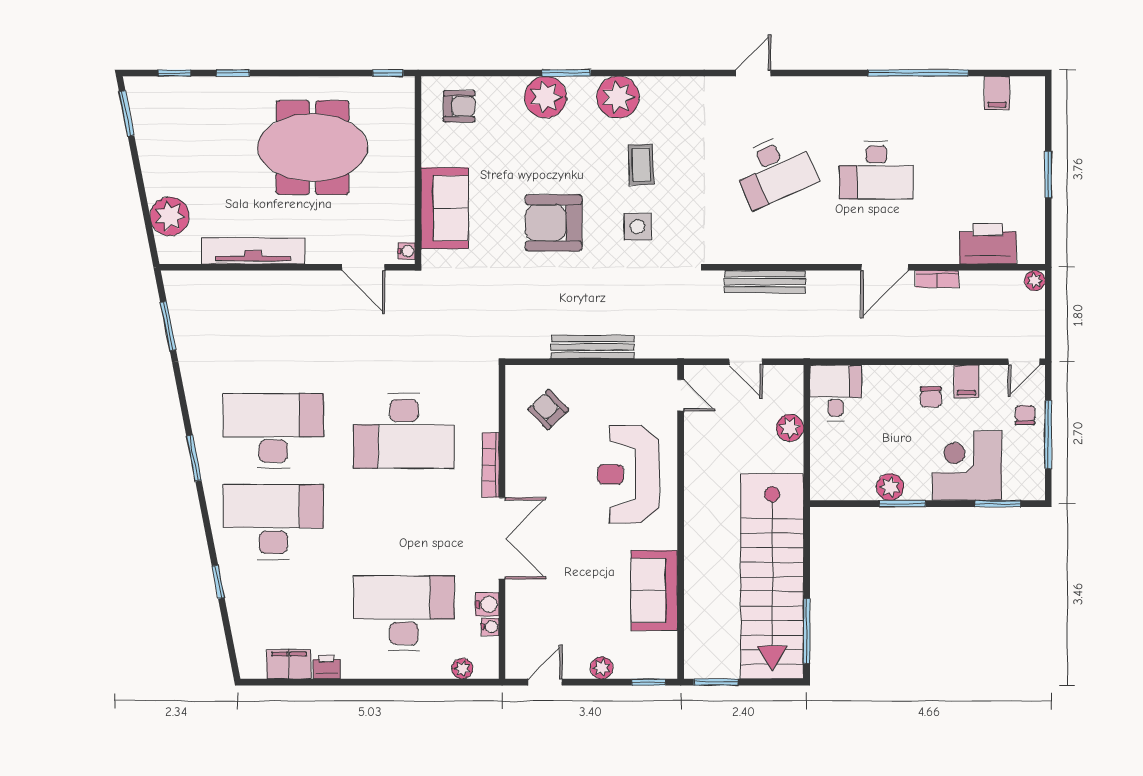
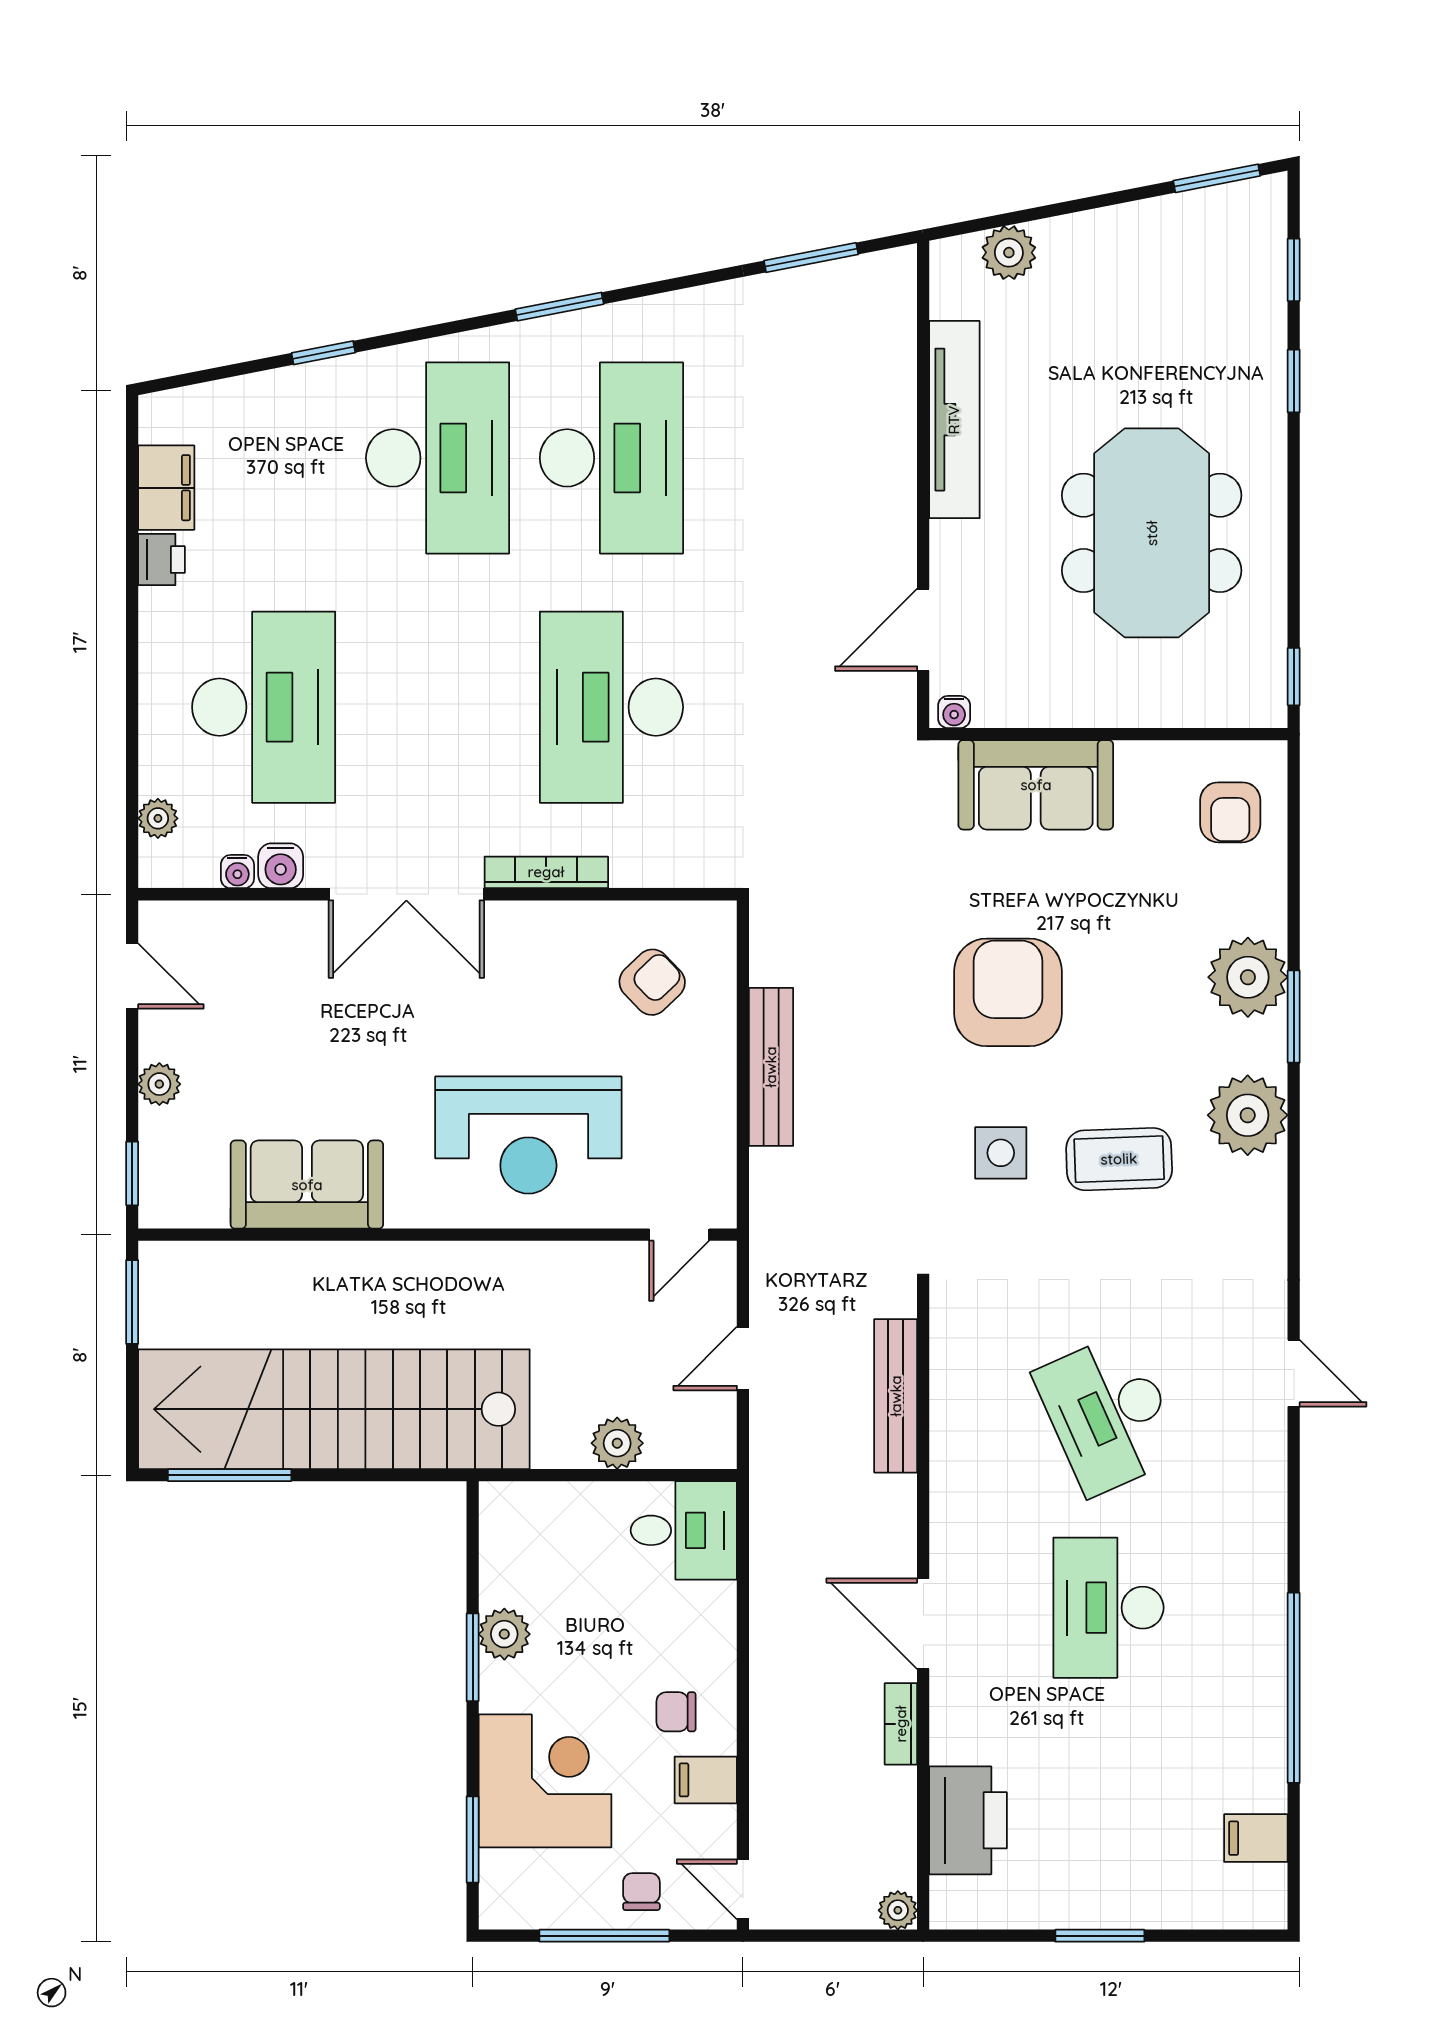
coffee table: (641, 165) -> (1119, 1159), width x1.36, depth x1.30
plant: (170, 216) -> (1009, 253), width x0.73, depth x0.73
chair: (1025, 415) -> (641, 1892), turned -90
reception desk: (628, 474) -> (528, 1135), turned 180

